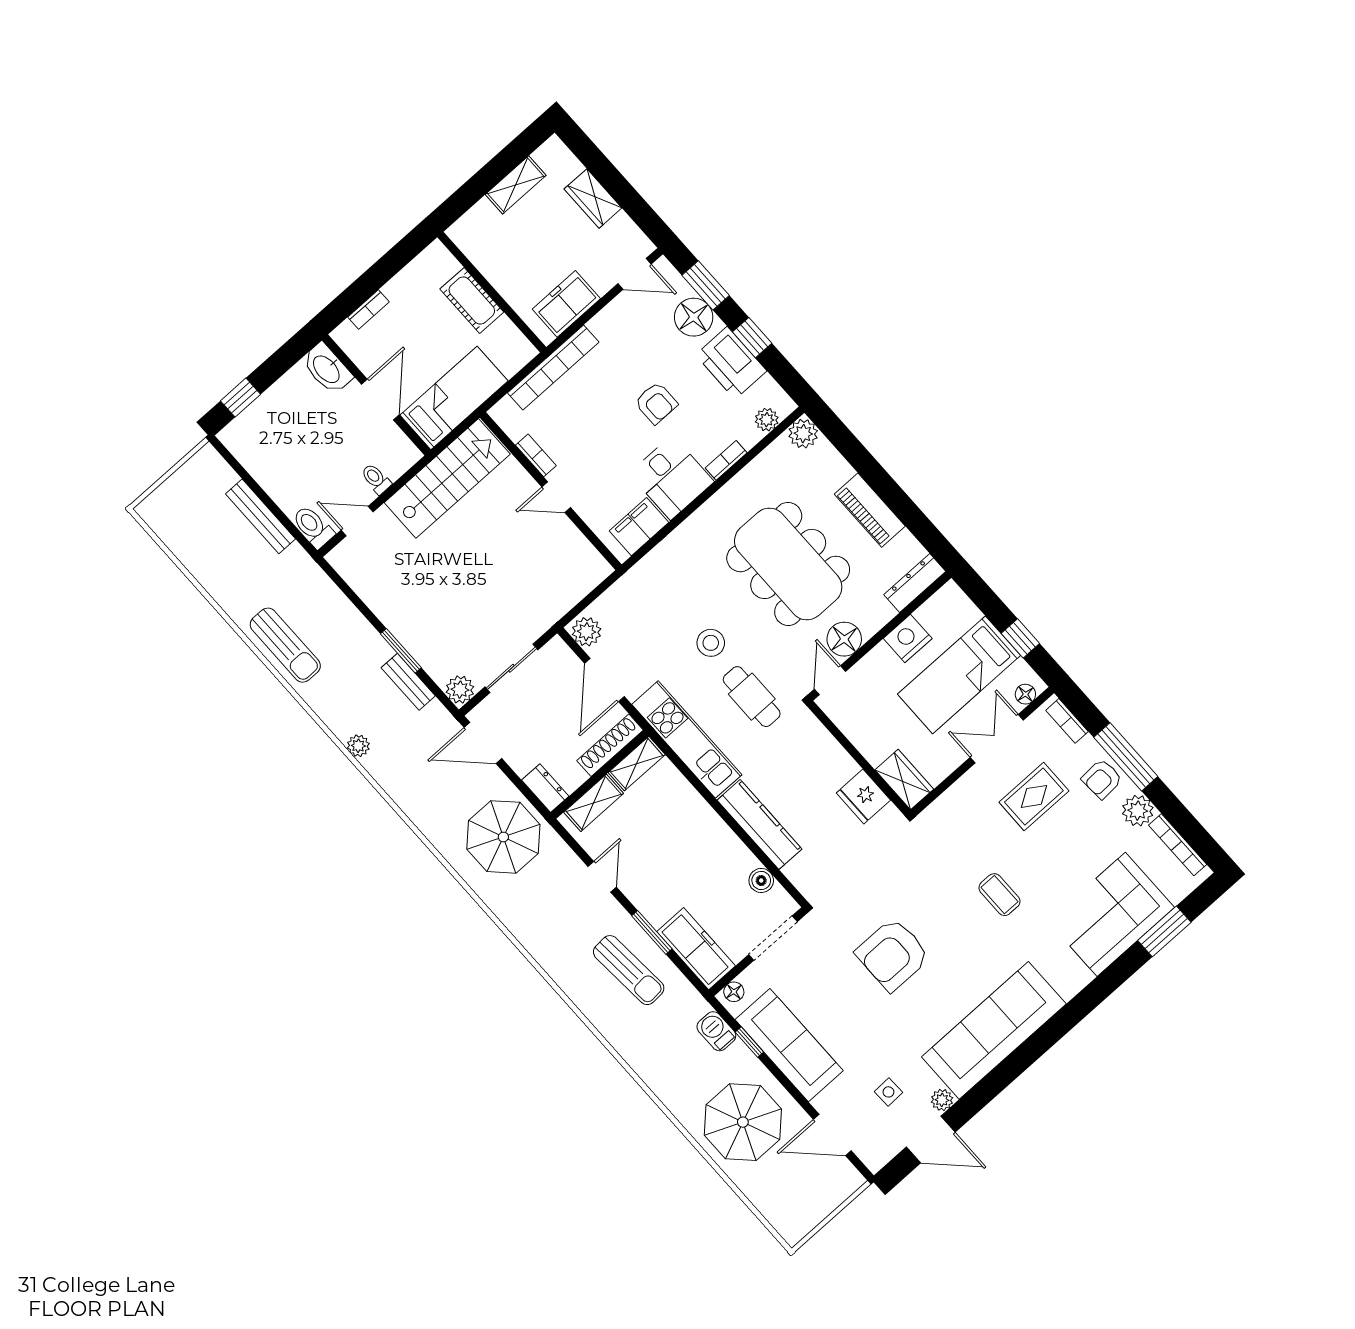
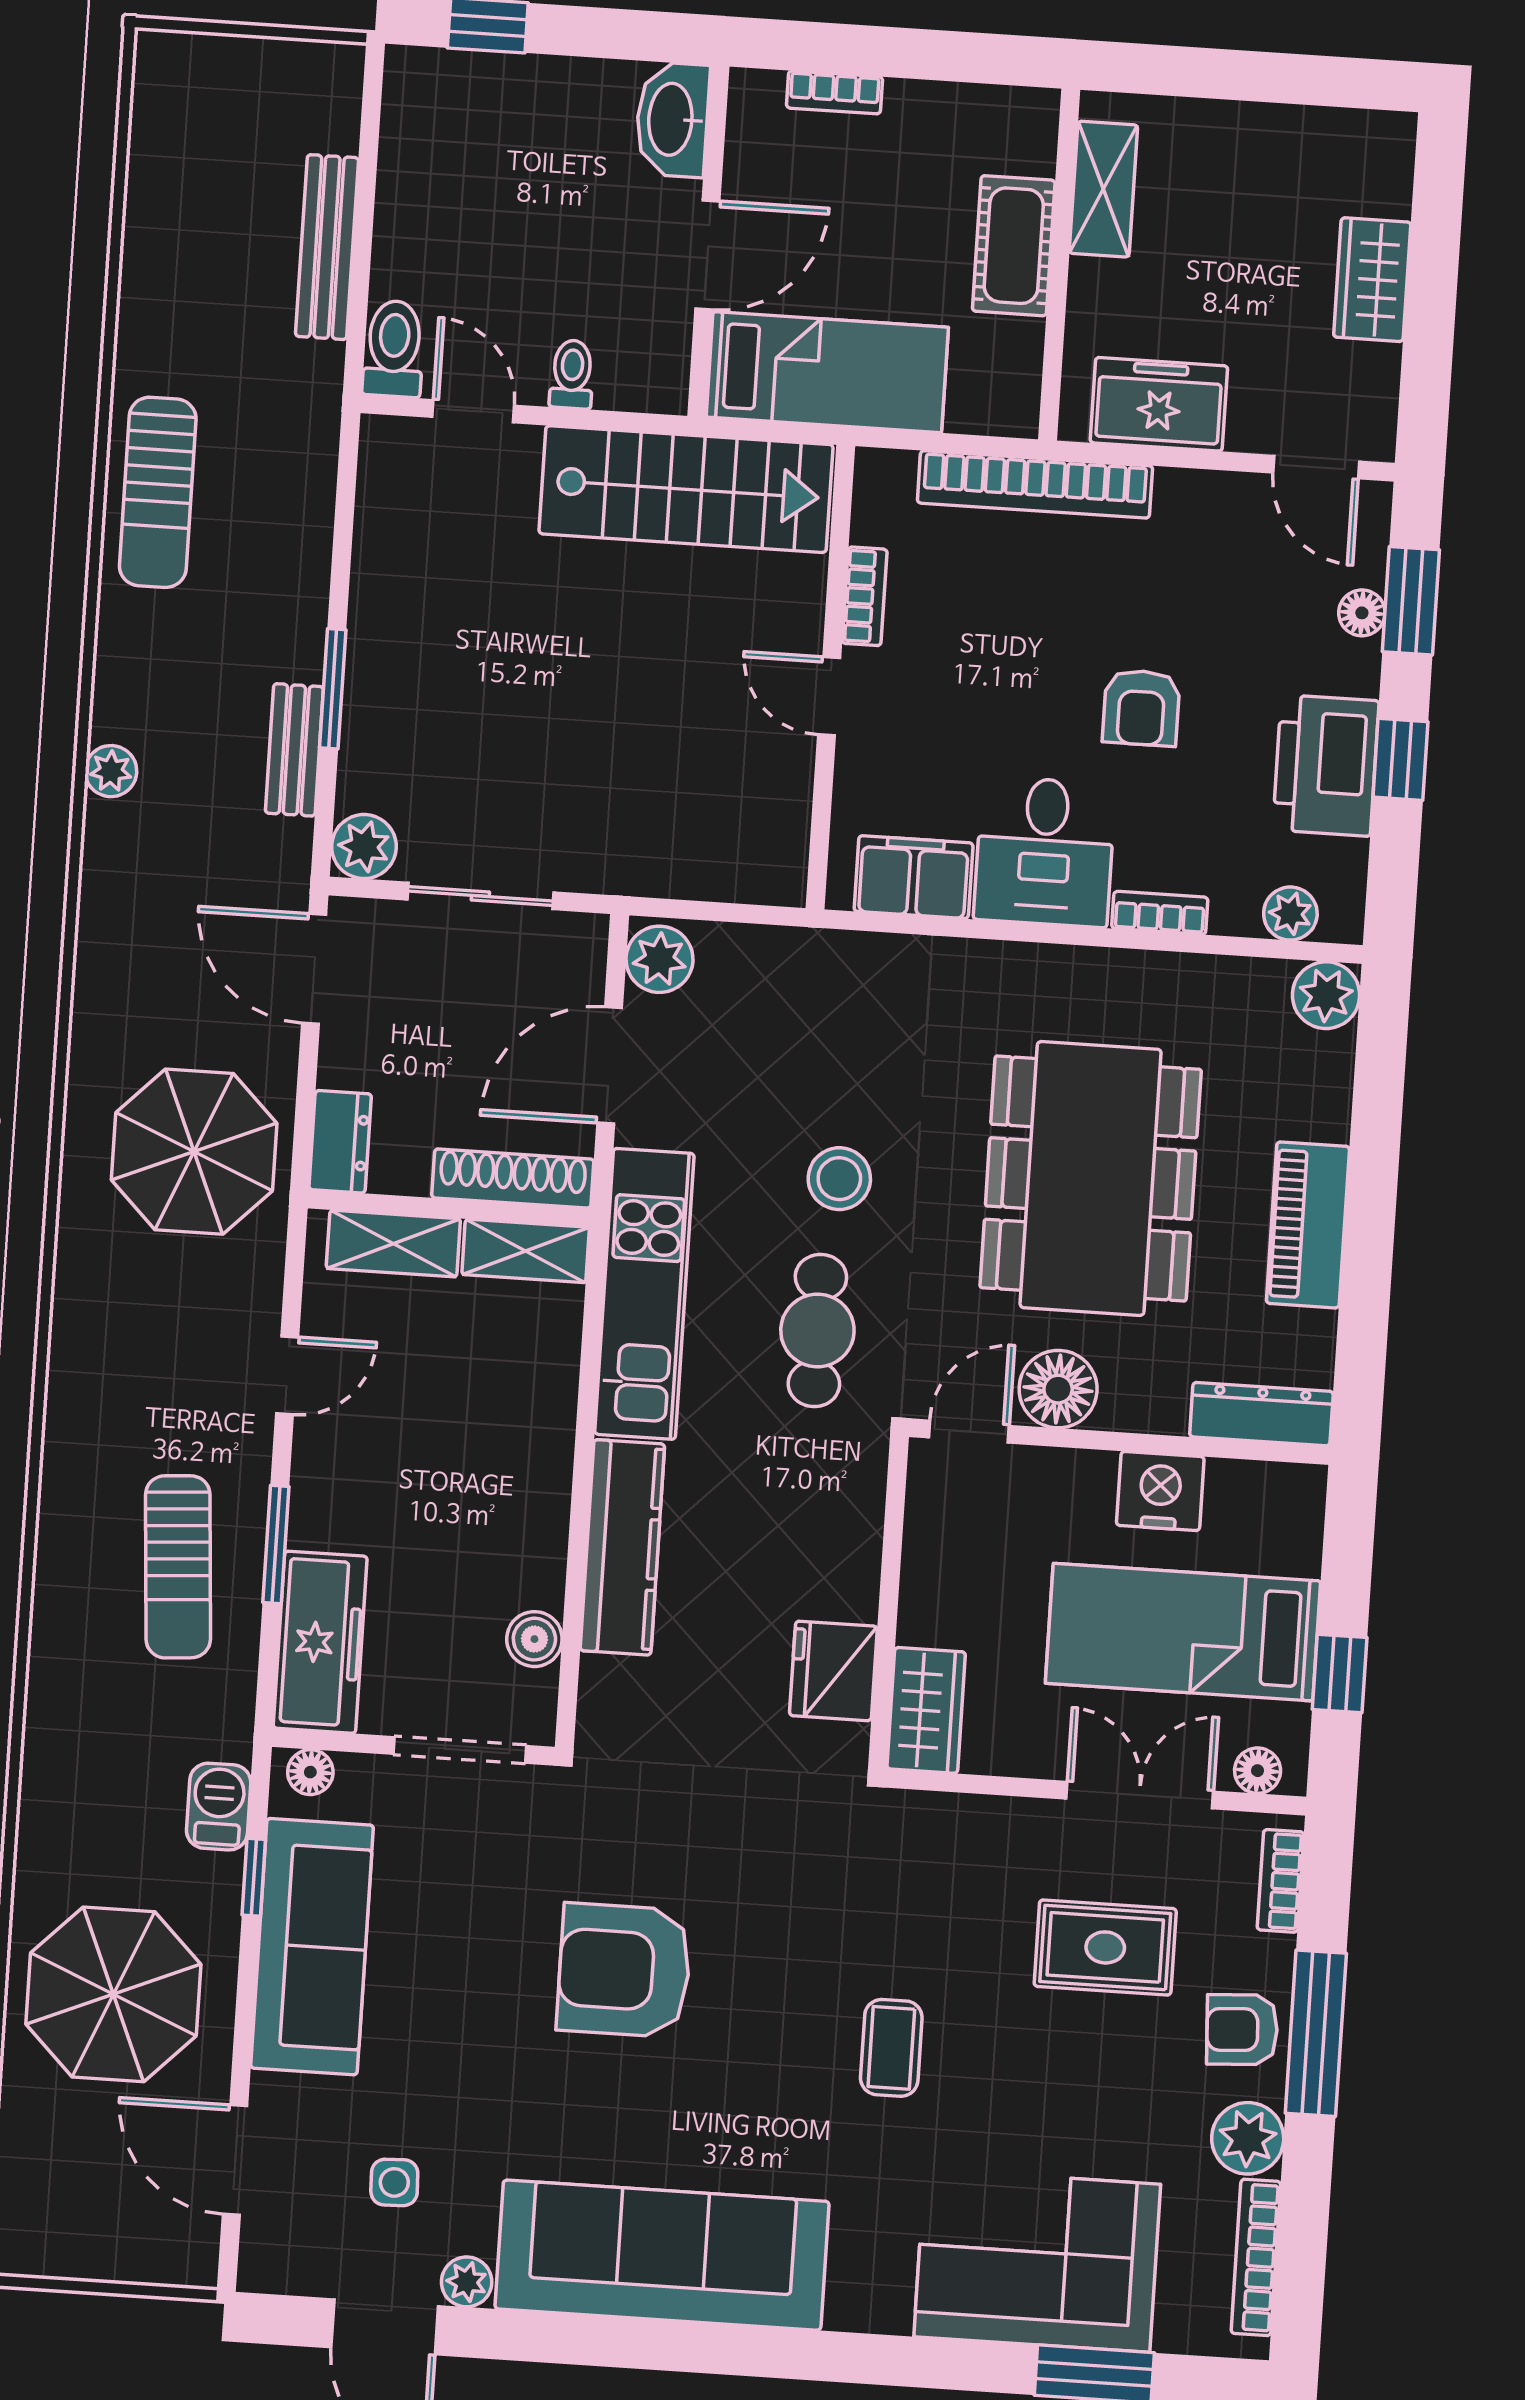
shelving: (516, 185) -> (1103, 189), moved, turned 90
floor lamp: (694, 317) -> (1362, 613), width x0.53, depth x0.53

